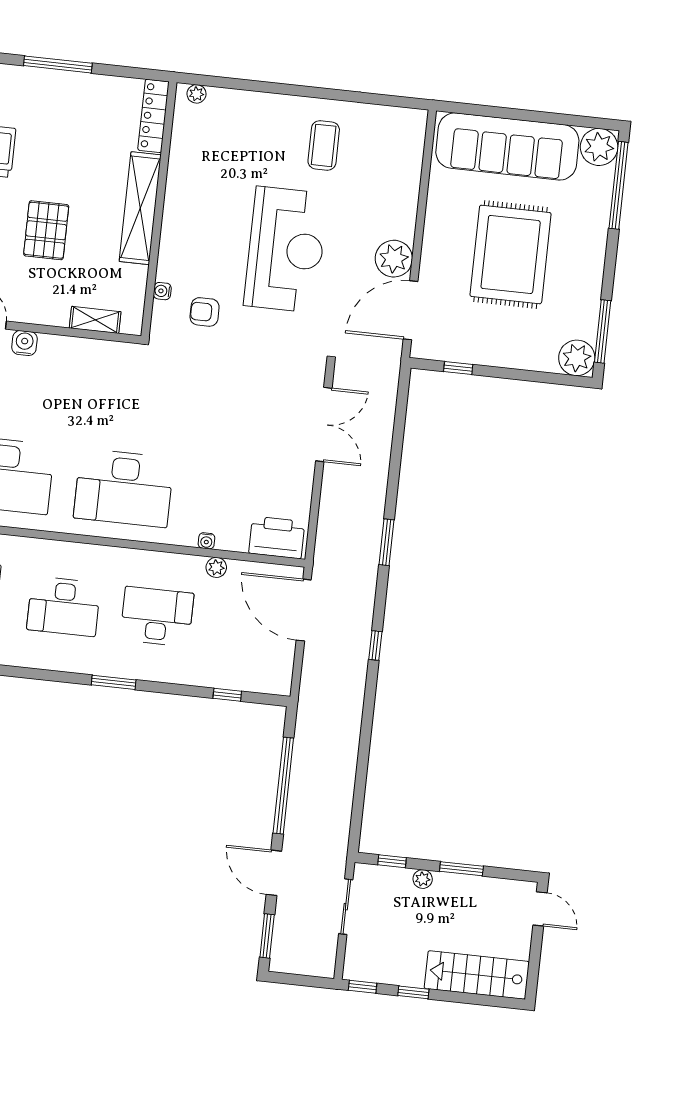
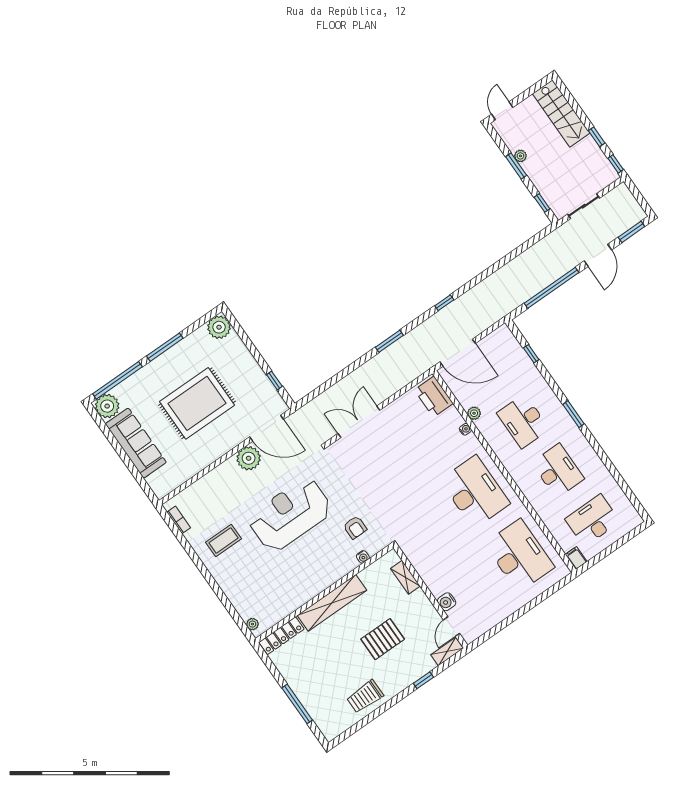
bookcase: (393, 114) -> (179, 520), added
sofa: (507, 146) -> (136, 443), width x0.74, depth x0.79
window: (603, 331) -> (165, 347), moved
door: (304, 610) -> (458, 353), hinge flipped
plant: (423, 879) -> (520, 156), moved

